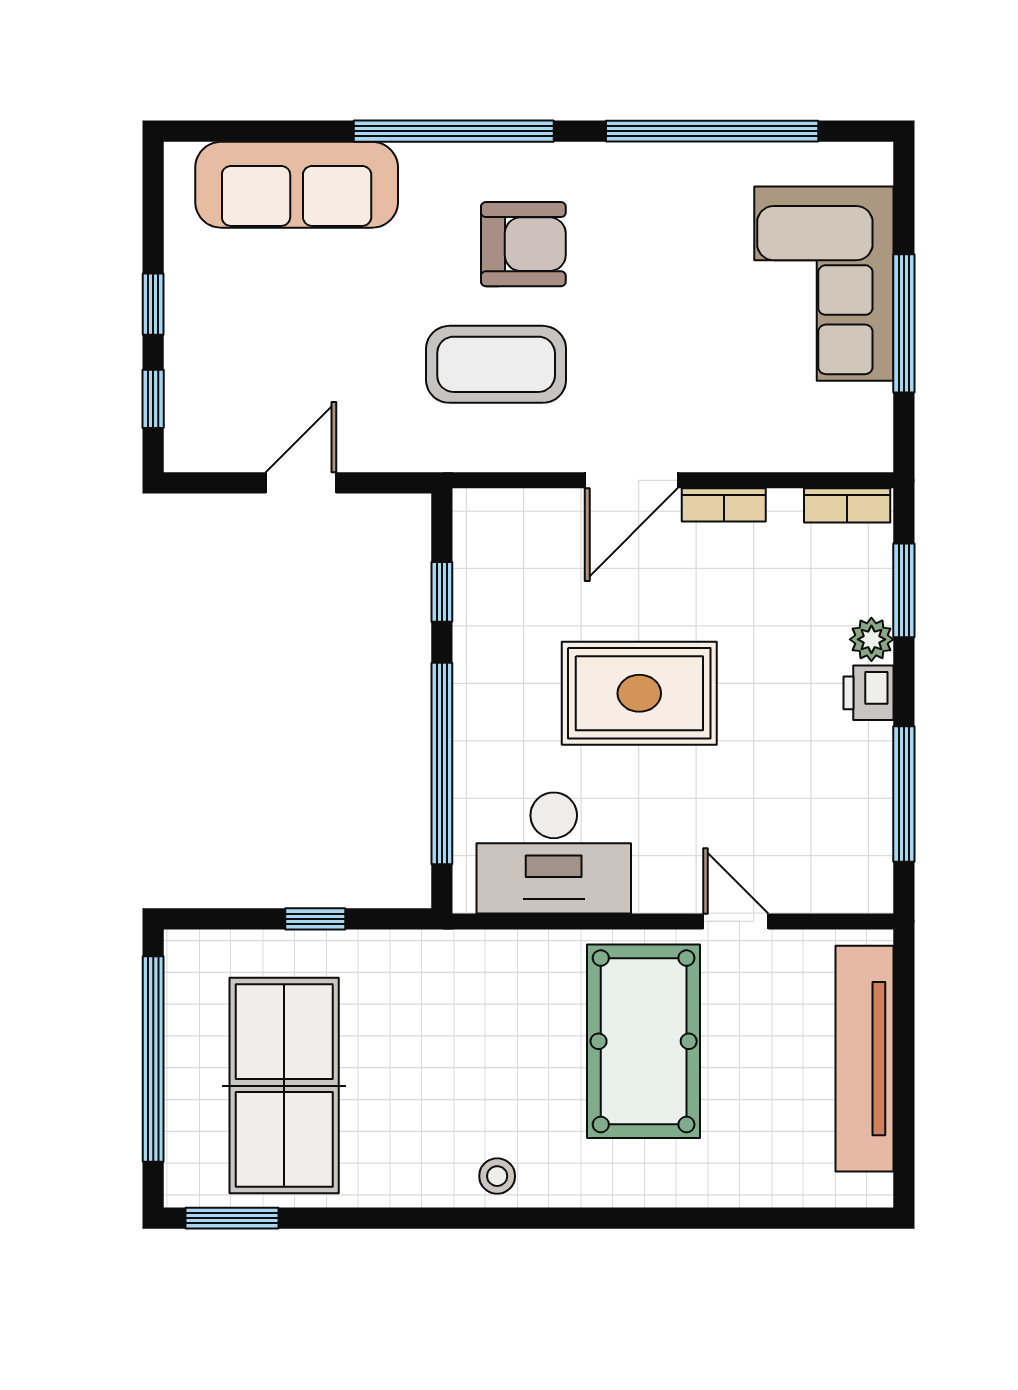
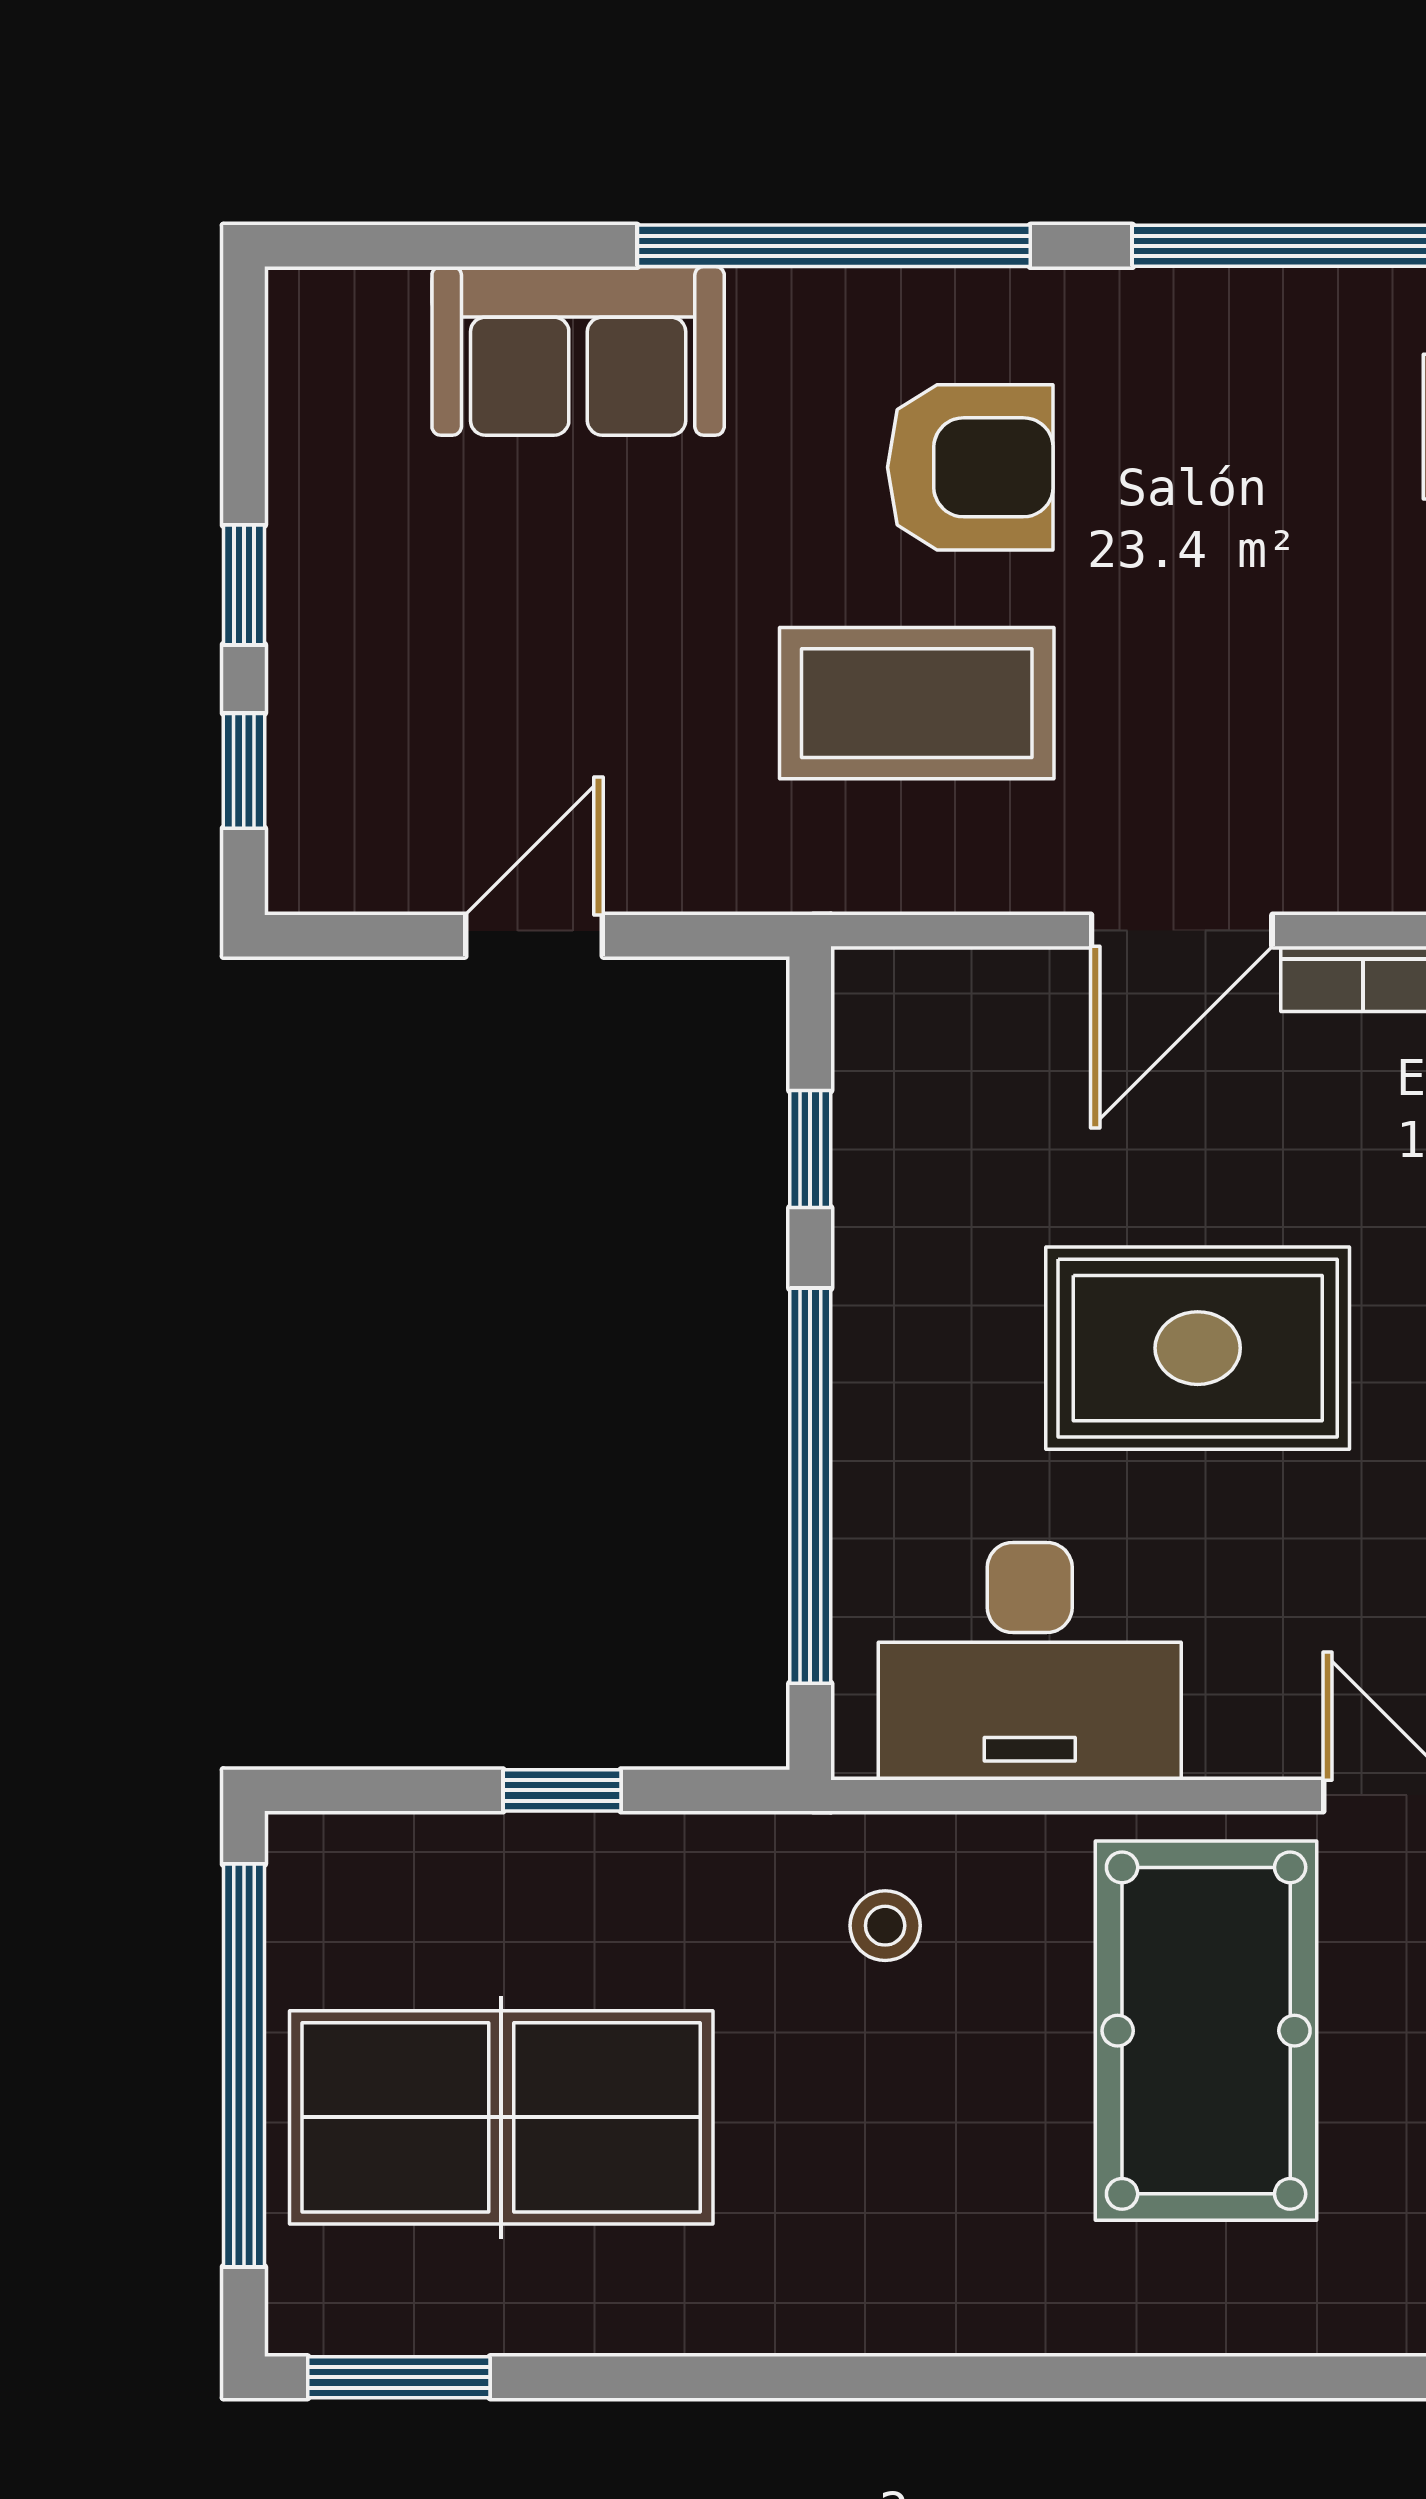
sofa: (297, 185) -> (578, 351), width x0.73
table tennis table: (284, 1086) -> (501, 2117), turned 90
stool: (497, 1176) -> (885, 1926), moved

